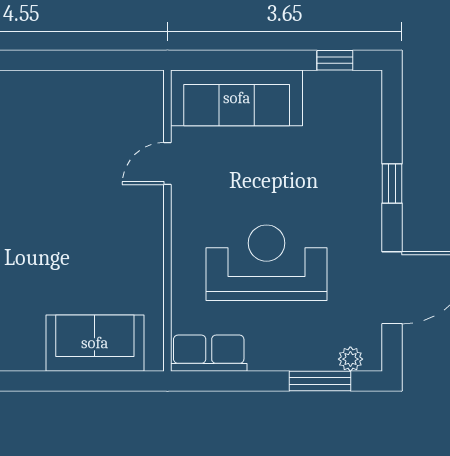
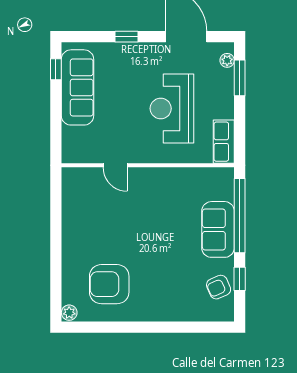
sofa: (237, 98) -> (77, 87), moved
sofa: (95, 343) -> (218, 229), moved
window: (80, 381) -> (240, 216), added

